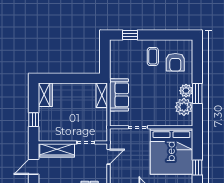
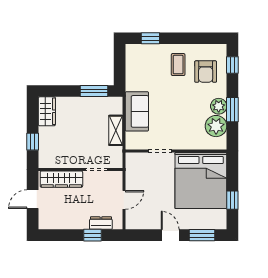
window: (197, 57) -> (232, 65), added
window: (84, 78) -> (94, 91), added
shelving: (102, 95) -> (116, 130), moved
door: (108, 157) -> (124, 200), moved

